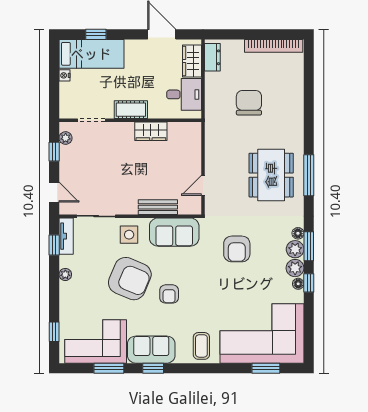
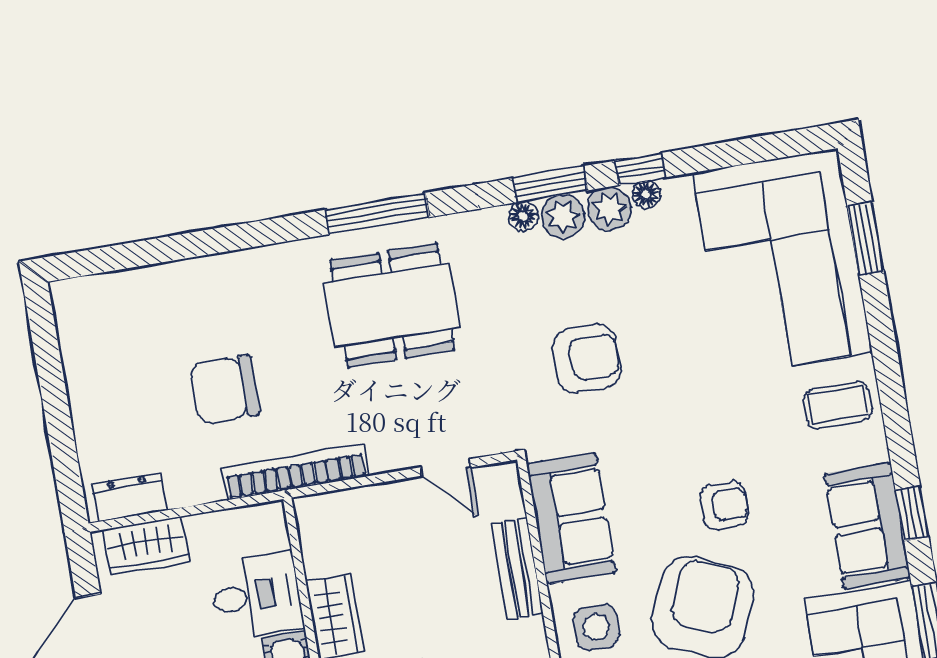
bookcase: (274, 46) -> (295, 472), moved, turned -90
desk: (184, 94) -> (256, 596), moved, turned 90

